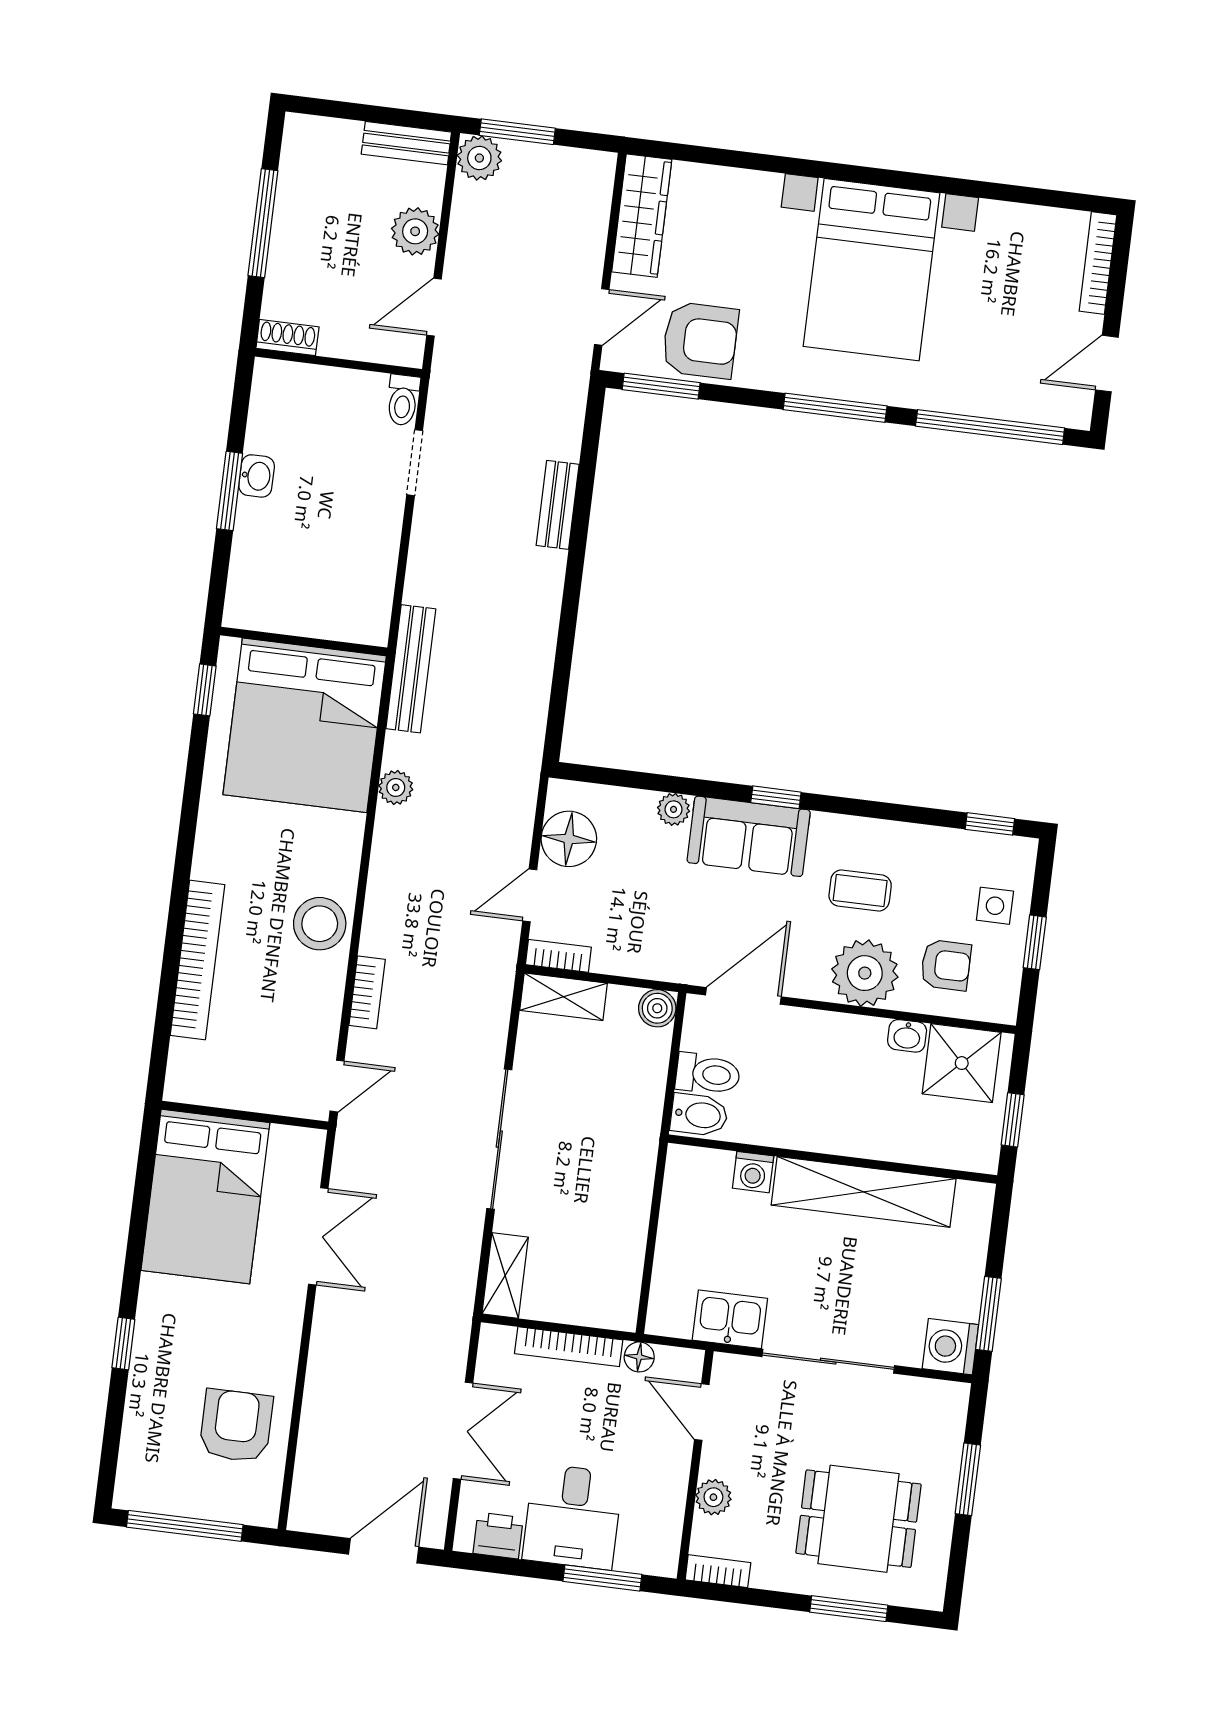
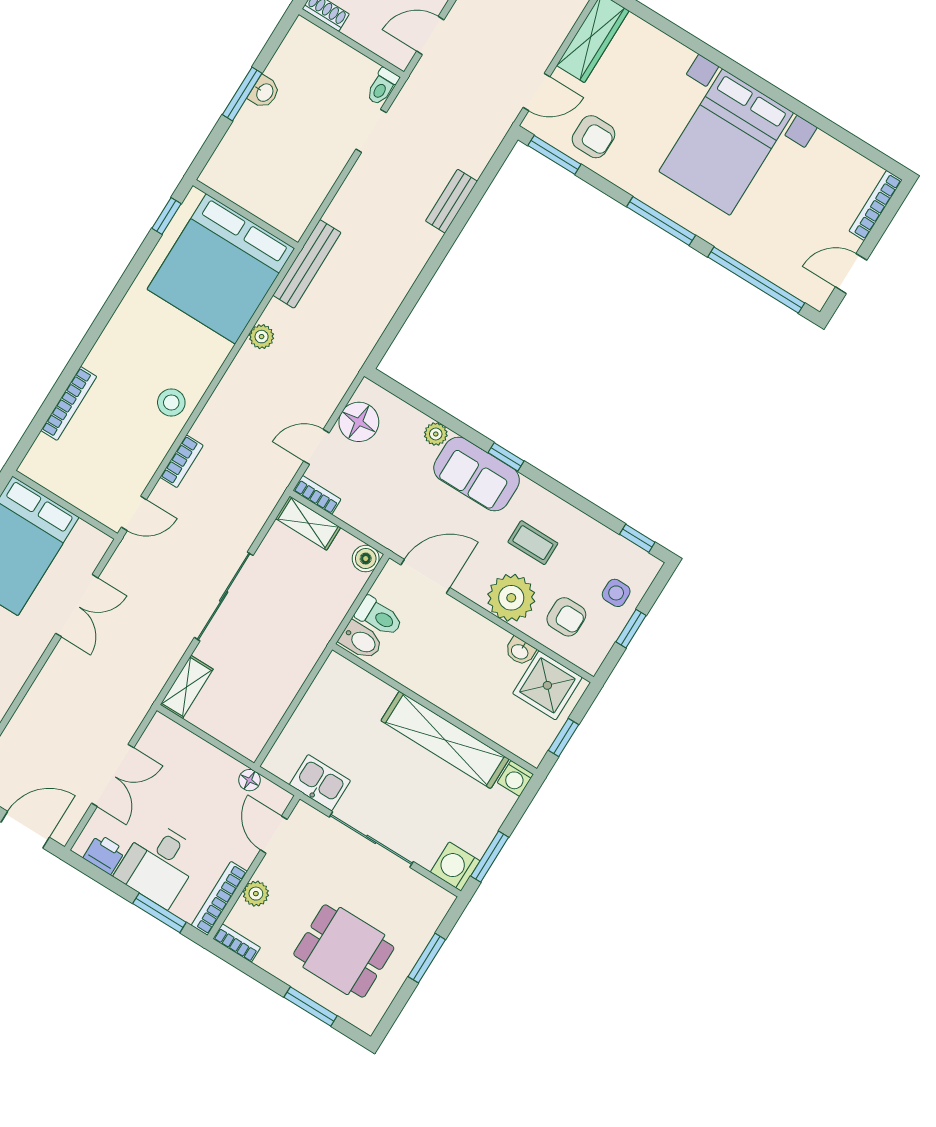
armchair: (700, 340) -> (593, 137), width x0.72, depth x0.72
stool: (320, 924) -> (171, 402), width x0.73, depth x0.73
bookcase: (197, 960) -> (69, 403), width x0.68, depth x0.76
washing machine: (753, 1172) -> (515, 778), moved
bookcase: (569, 1347) -> (219, 898), moved, turned 90

